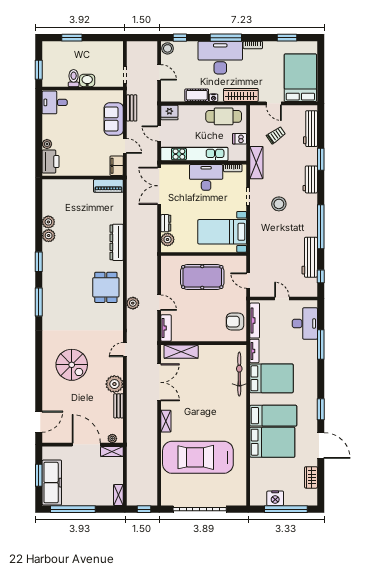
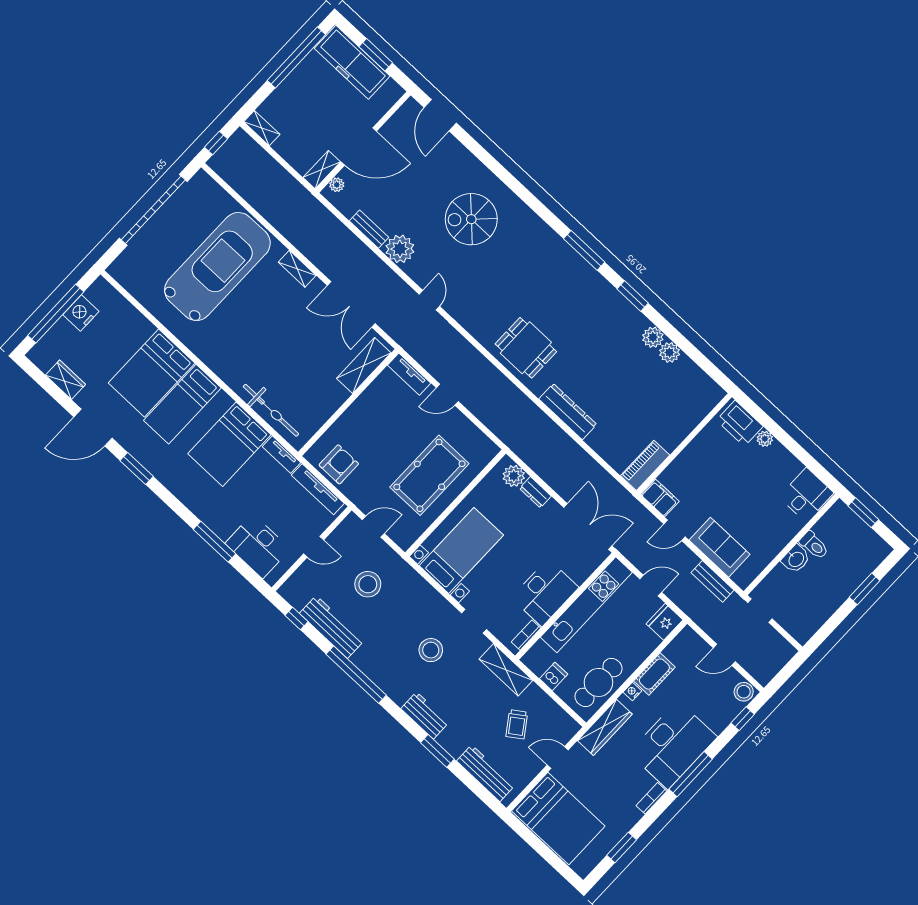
stool: (276, 259) -> (368, 584), added
plant: (133, 303) -> (476, 362), removed

